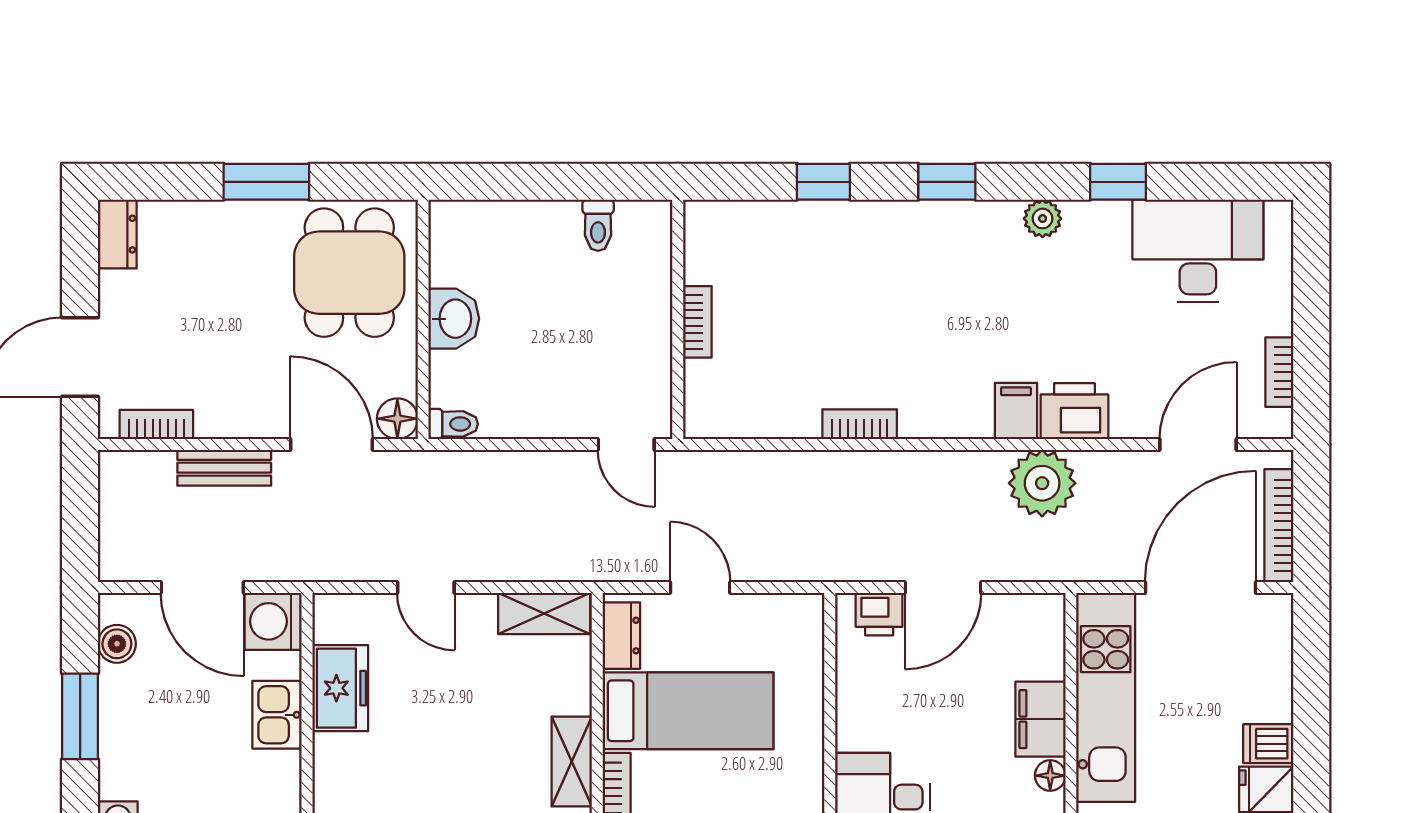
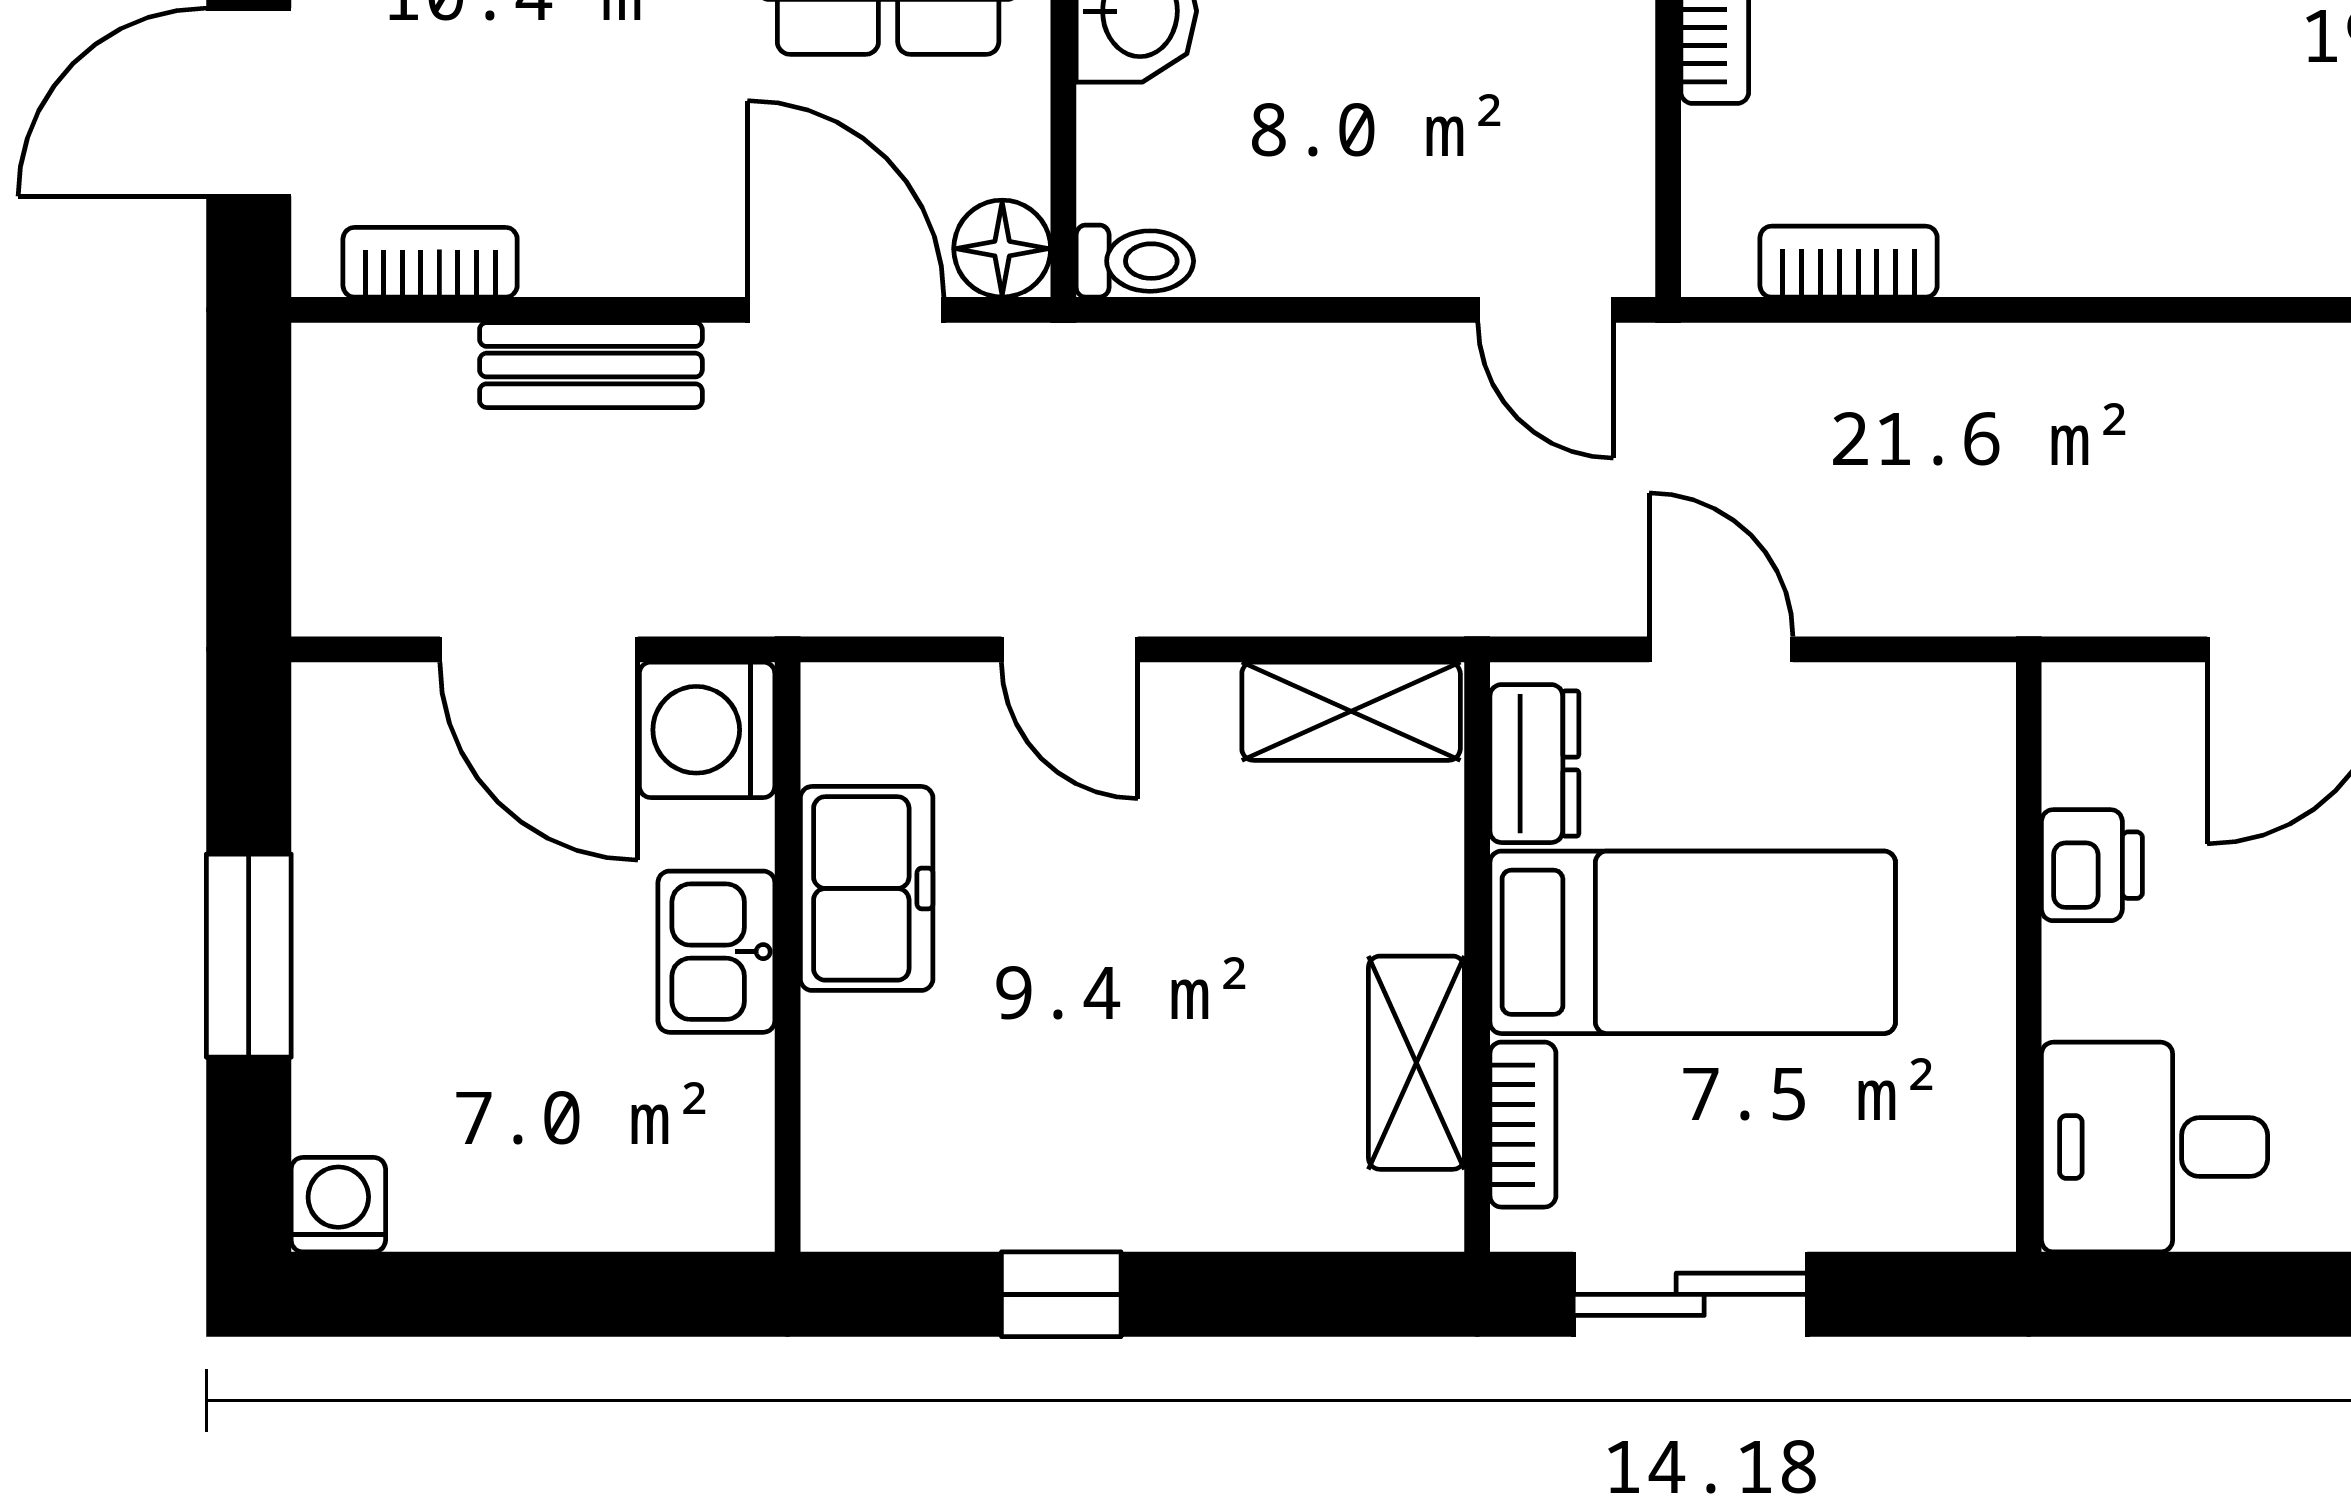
bookcase: (860, 424) -> (1849, 262), moved
printer: (879, 614) -> (2092, 865), moved, turned -90
boiler: (117, 644) -> (336, 783), removed

